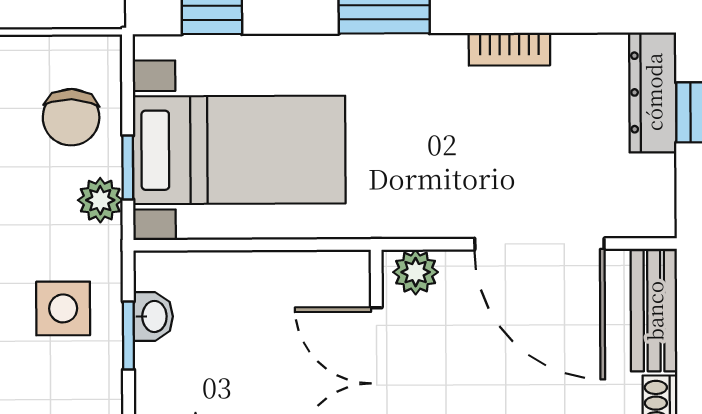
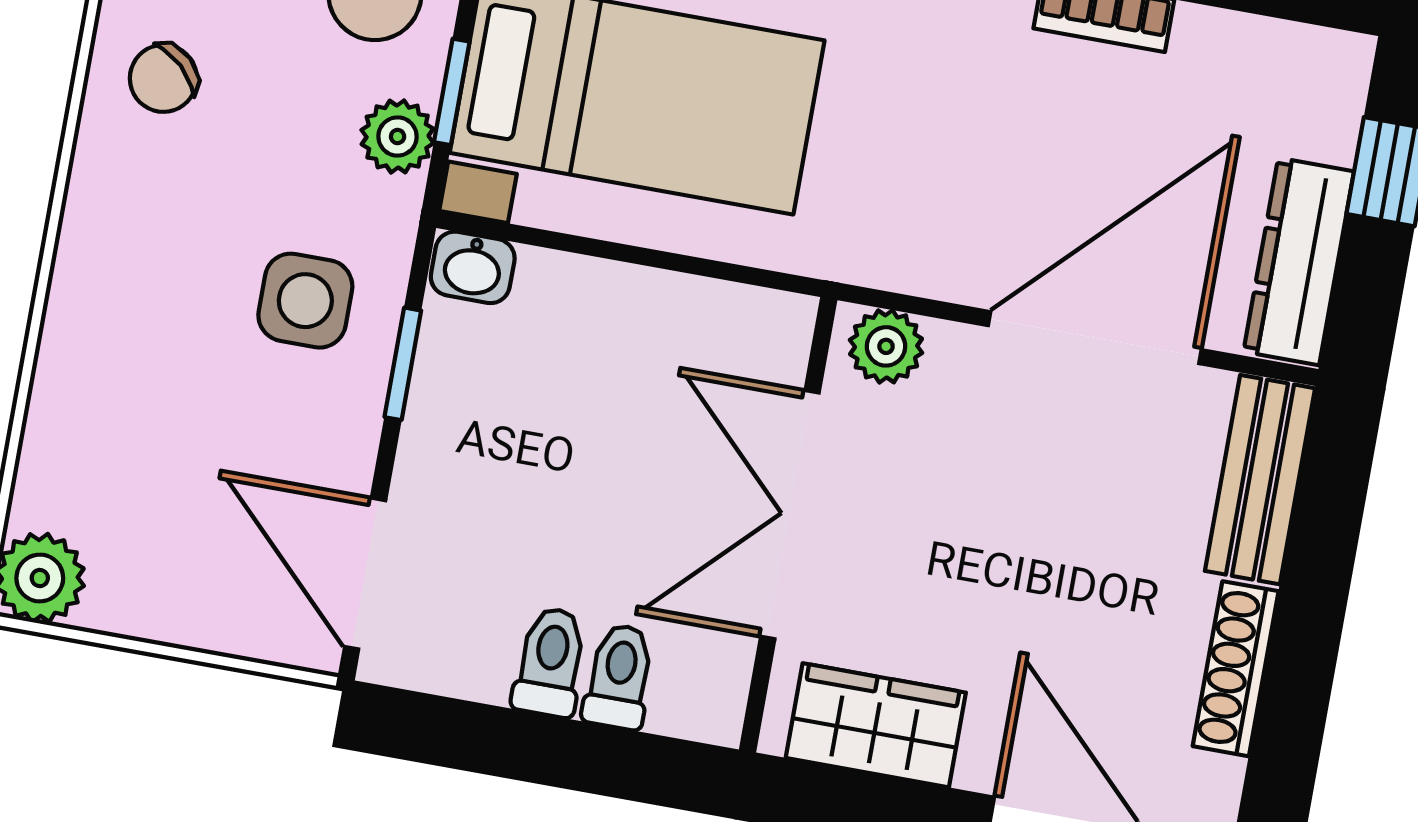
dresser: (653, 92) -> (1299, 261), moved
door: (539, 244) -> (1095, 338), swing flipped
washbasin: (153, 316) -> (473, 267), moved, turned 90

